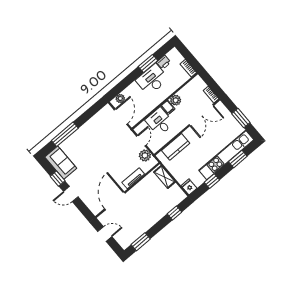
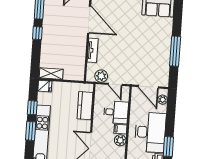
desk: (152, 80) -> (150, 132), width x1.36, depth x1.30
window: (65, 134) -> (175, 51), moved
window: (238, 159) -> (31, 131), moved
shelving: (164, 177) -> (51, 74), moved
window: (174, 213) -> (37, 33), moved

